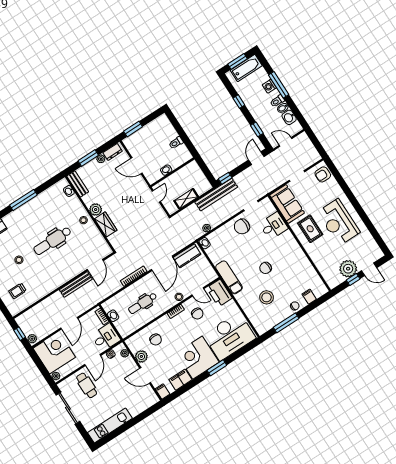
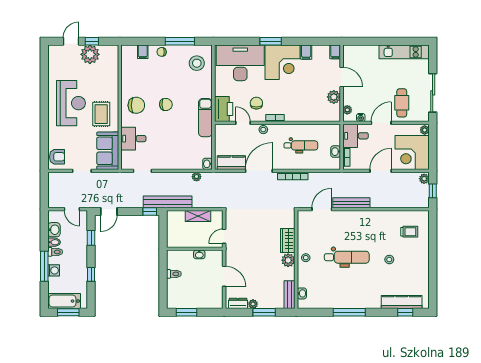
window: (133, 129) -> (186, 312), moved
chair: (242, 227) -> (136, 105), moved
door: (369, 269) -> (71, 41), hinge flipped
stool: (267, 297) -> (197, 63), moved
chair: (156, 340) -> (310, 104), removed
filing cabinet: (180, 380) -> (306, 52), width x0.50

